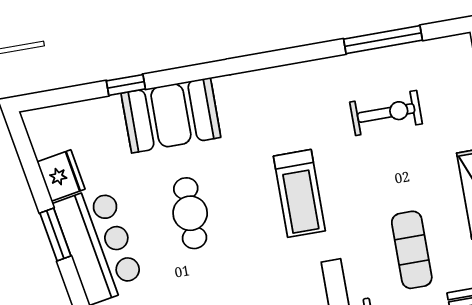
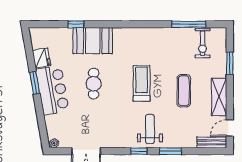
exercise bike: (386, 113) -> (203, 43), moved, turned 90
treadmill: (299, 193) -> (142, 83), turned 180
exercise mat: (412, 250) -> (184, 91), moved

